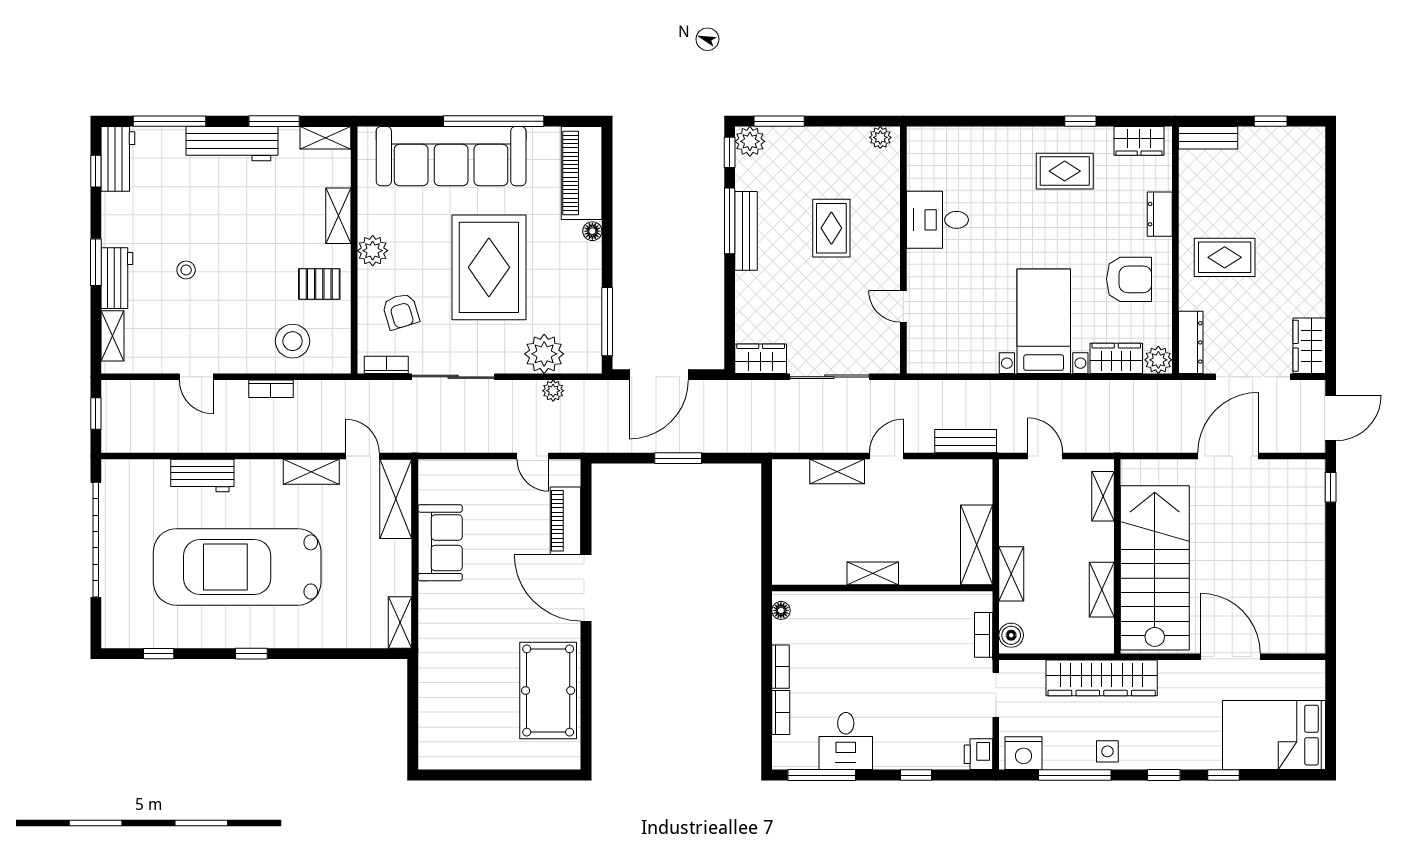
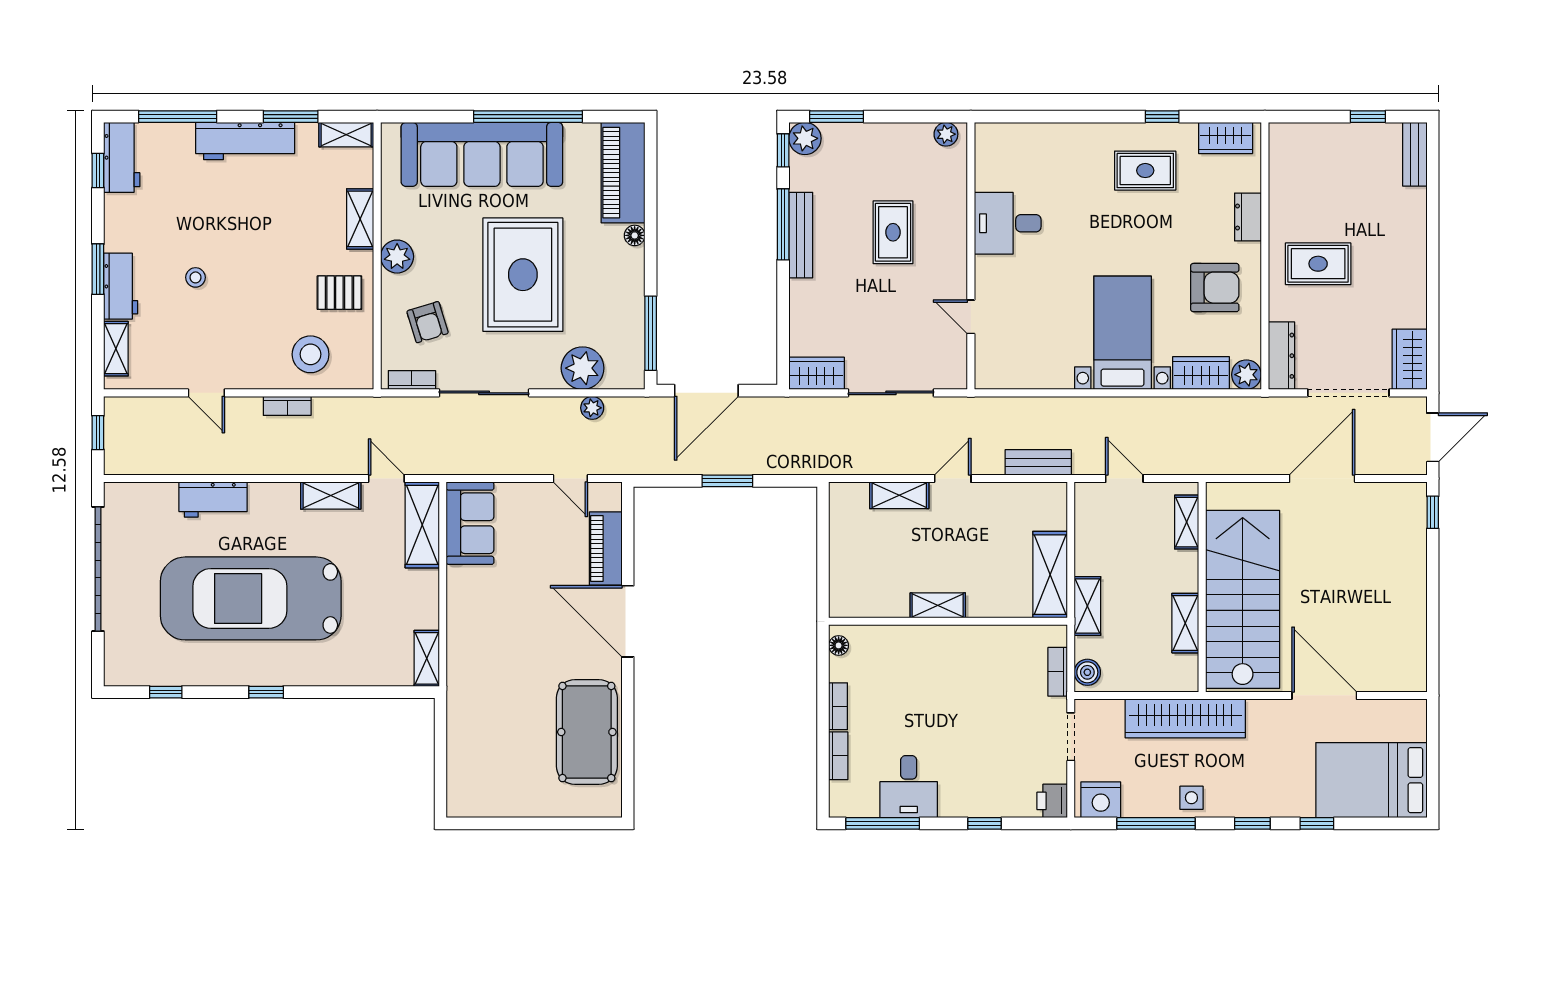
bench: (1208, 138) -> (1415, 154), moved, turned 90
sofa: (440, 543) -> (470, 523), moved

